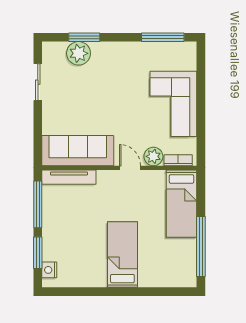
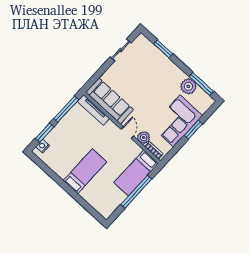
plant: (79, 53) -> (188, 86), moved
window: (201, 96) -> (193, 130), added
window: (201, 247) -> (136, 192), moved

